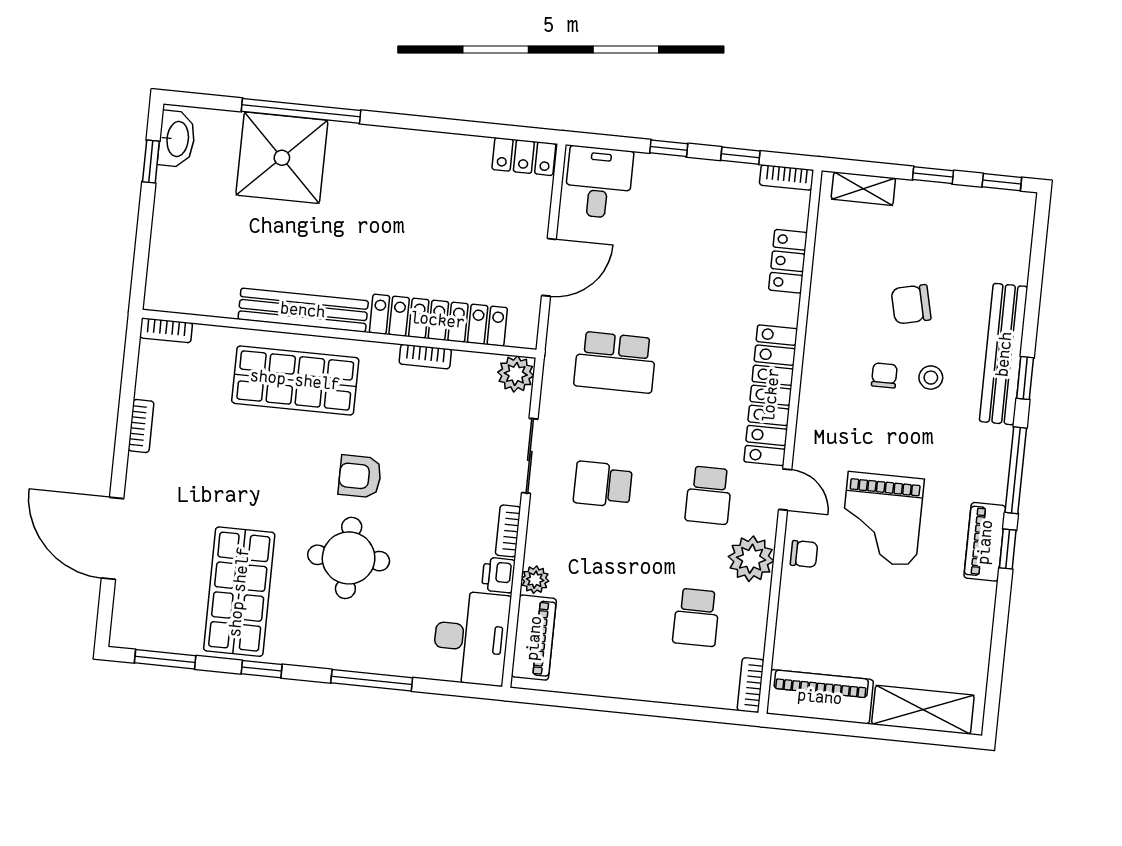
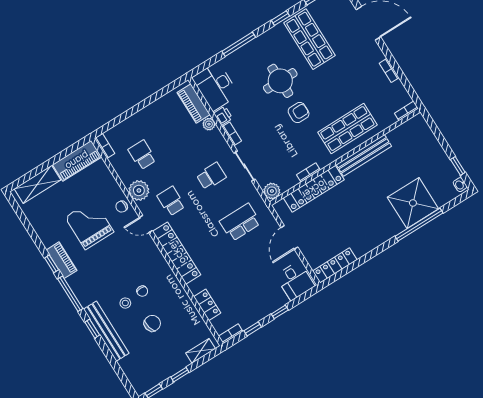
washbasin: (177, 139) -> (460, 185), width x0.52, depth x0.69
locker: (524, 157) -> (335, 265), width x1.53
grand piano: (882, 519) -> (89, 225), moved

